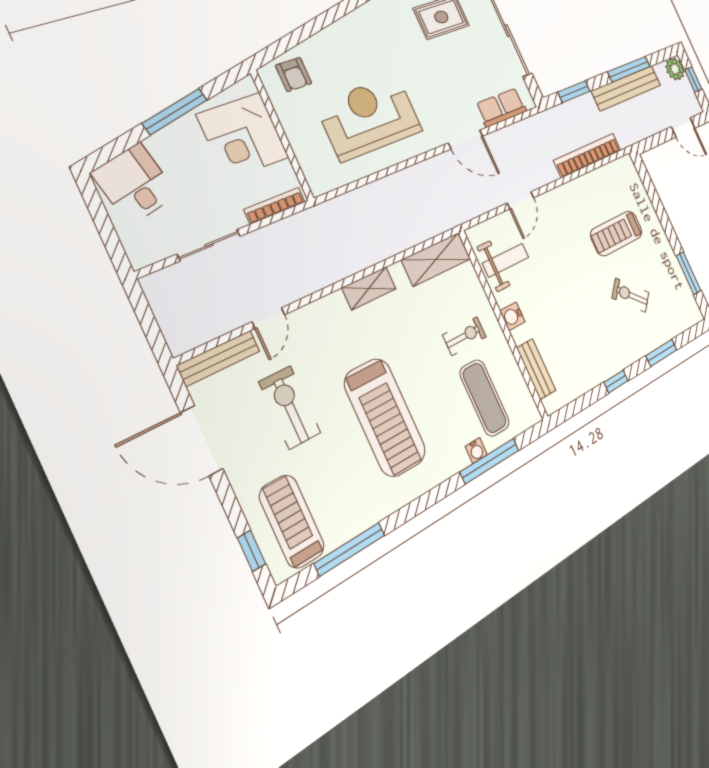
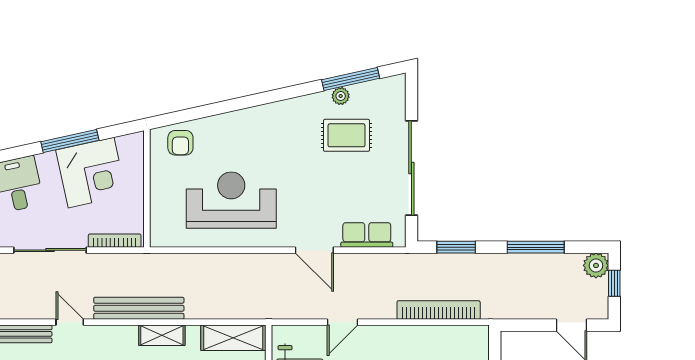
bench: (626, 88) -> (139, 308), moved
corner desk: (243, 136) -> (91, 173), moved, turned -102
sliding door: (209, 245) -> (50, 250), width x1.37
door: (268, 318) -> (70, 322), swing flipped

